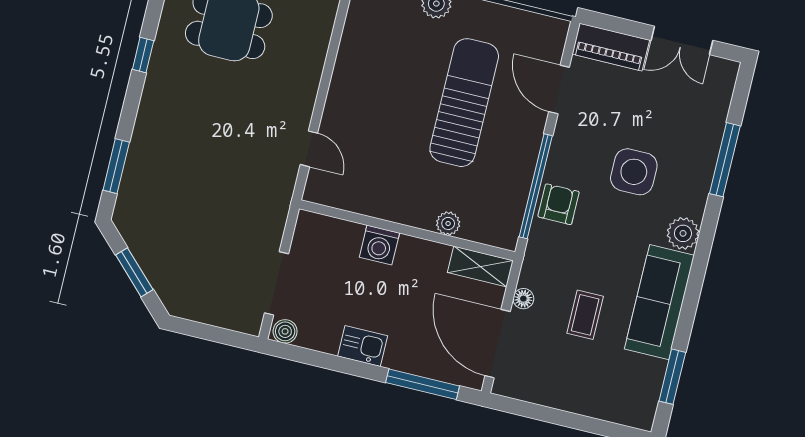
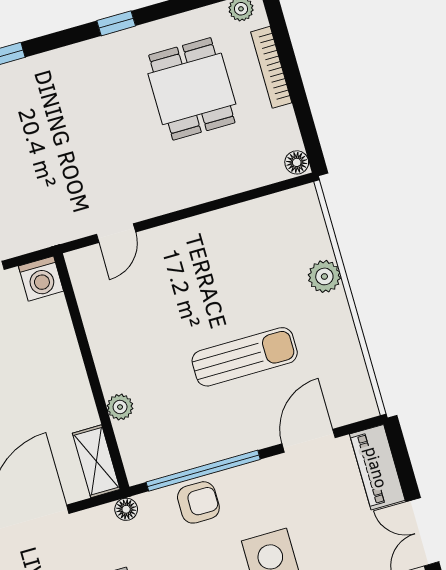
sun lounger: (464, 103) -> (245, 357), width x0.73, depth x0.75
washing machine: (379, 245) -> (41, 279), moved, turned -90
floor lamp: (523, 299) -> (126, 509), moved

